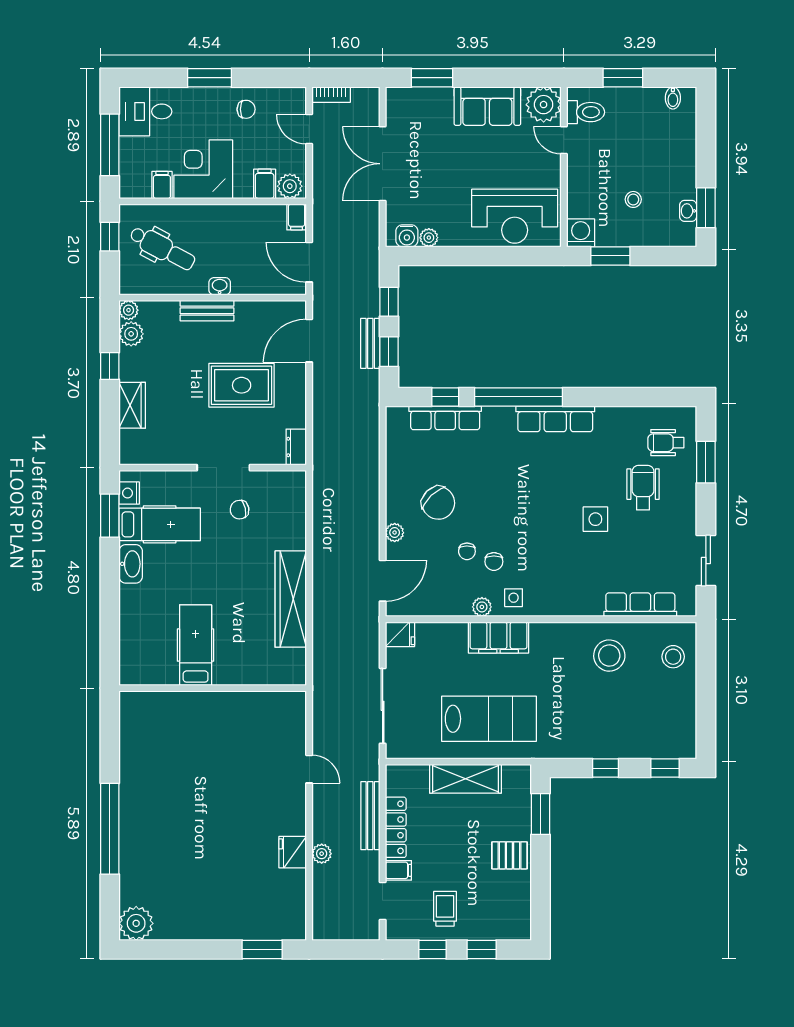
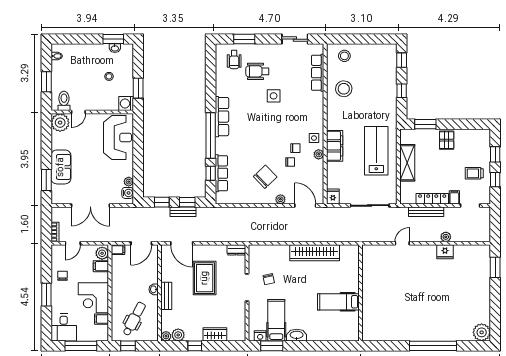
sofa: (487, 106) -> (61, 167), moved

